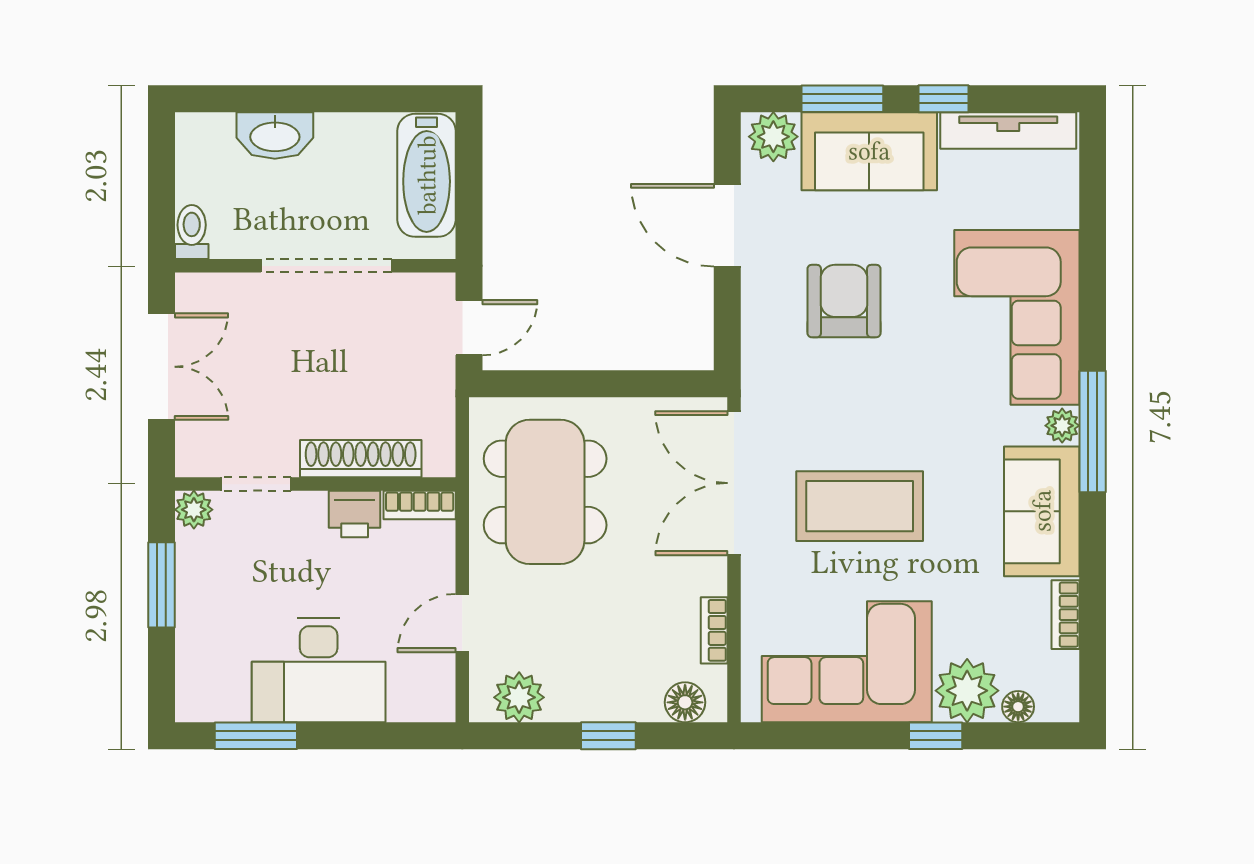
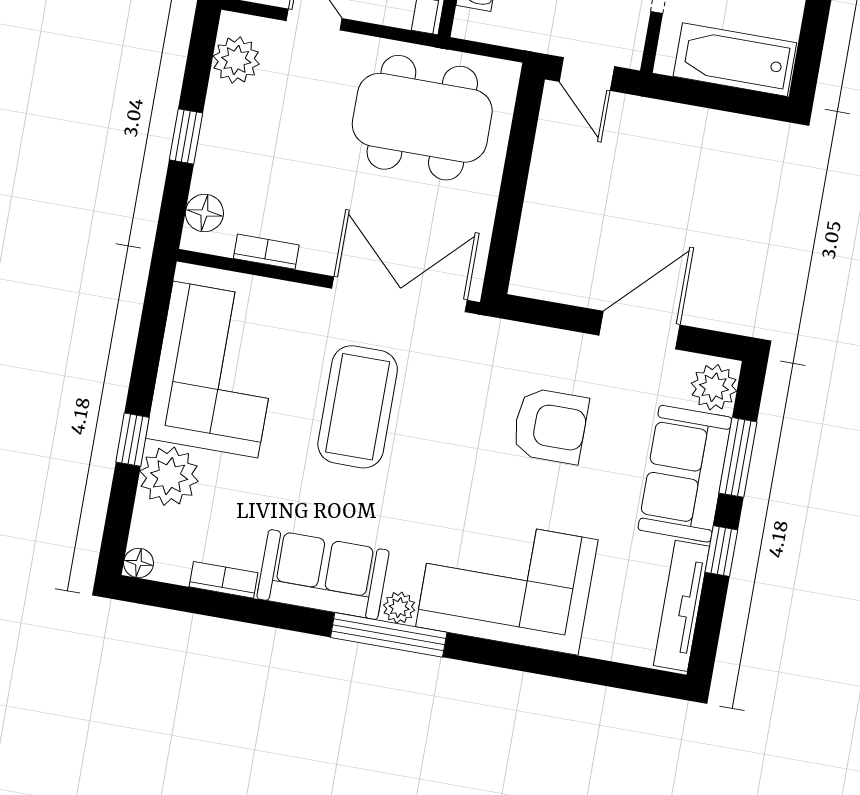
floor lamp: (1018, 707) -> (139, 563), moved

